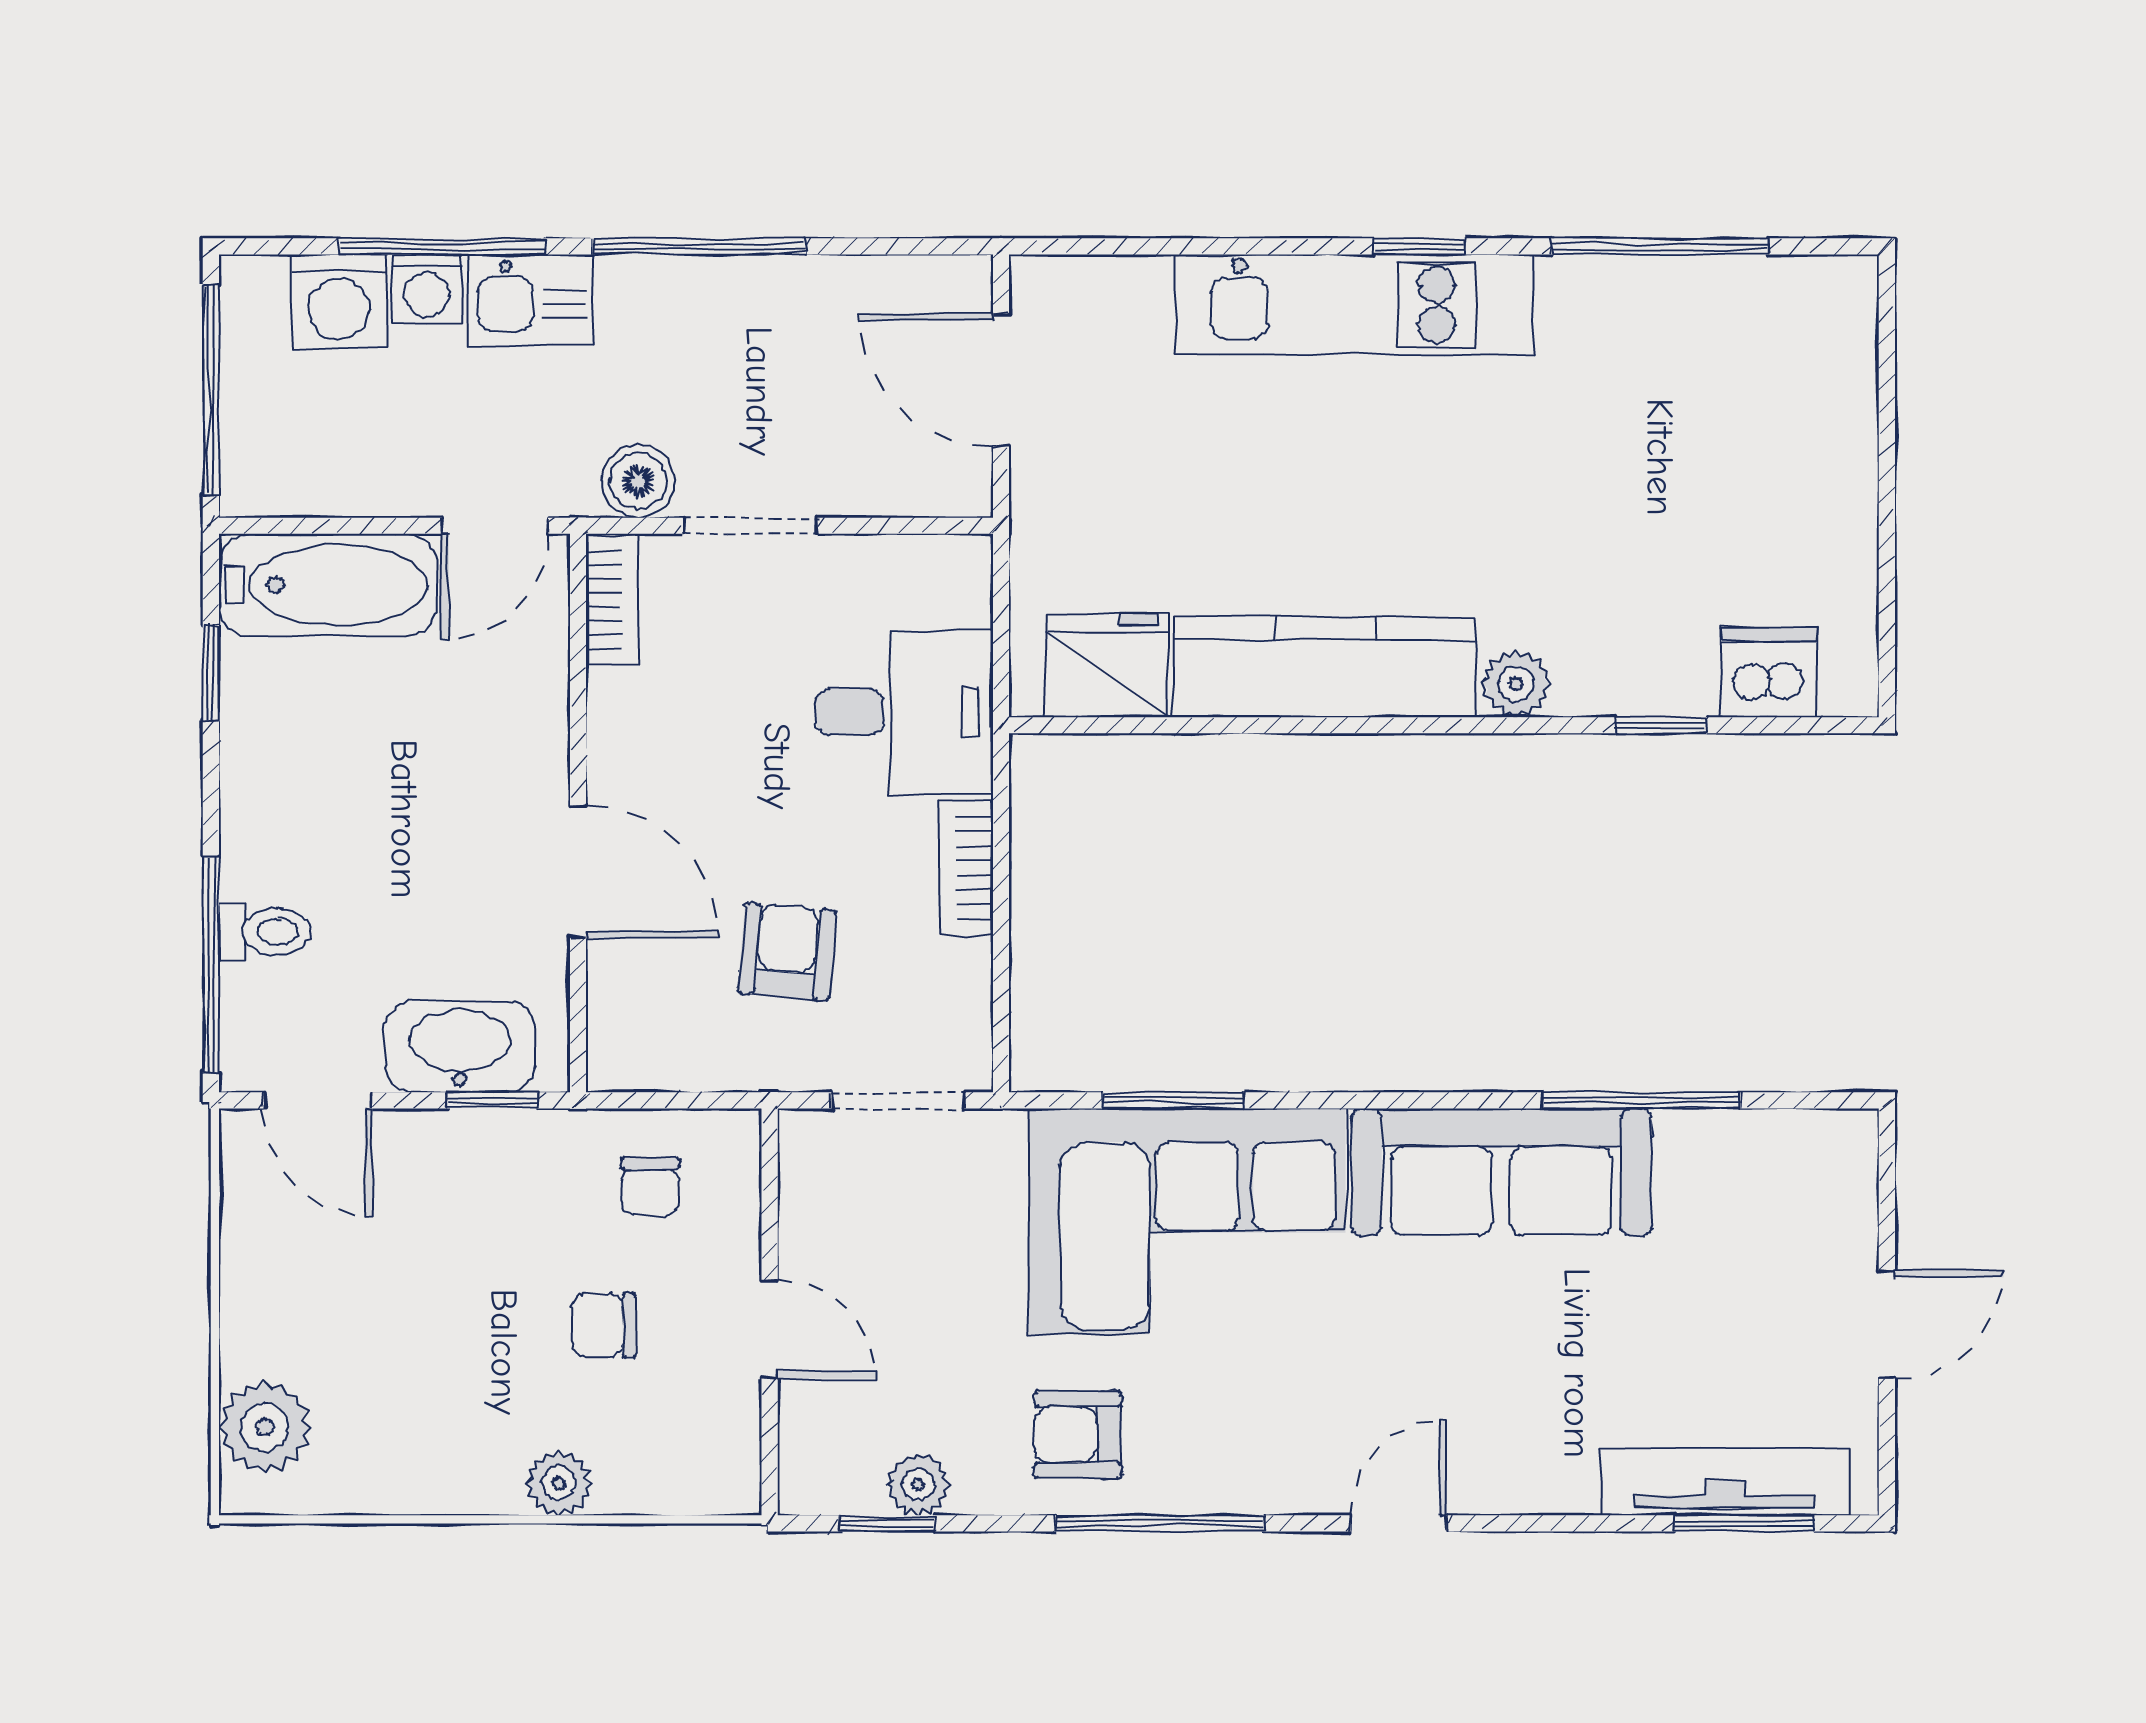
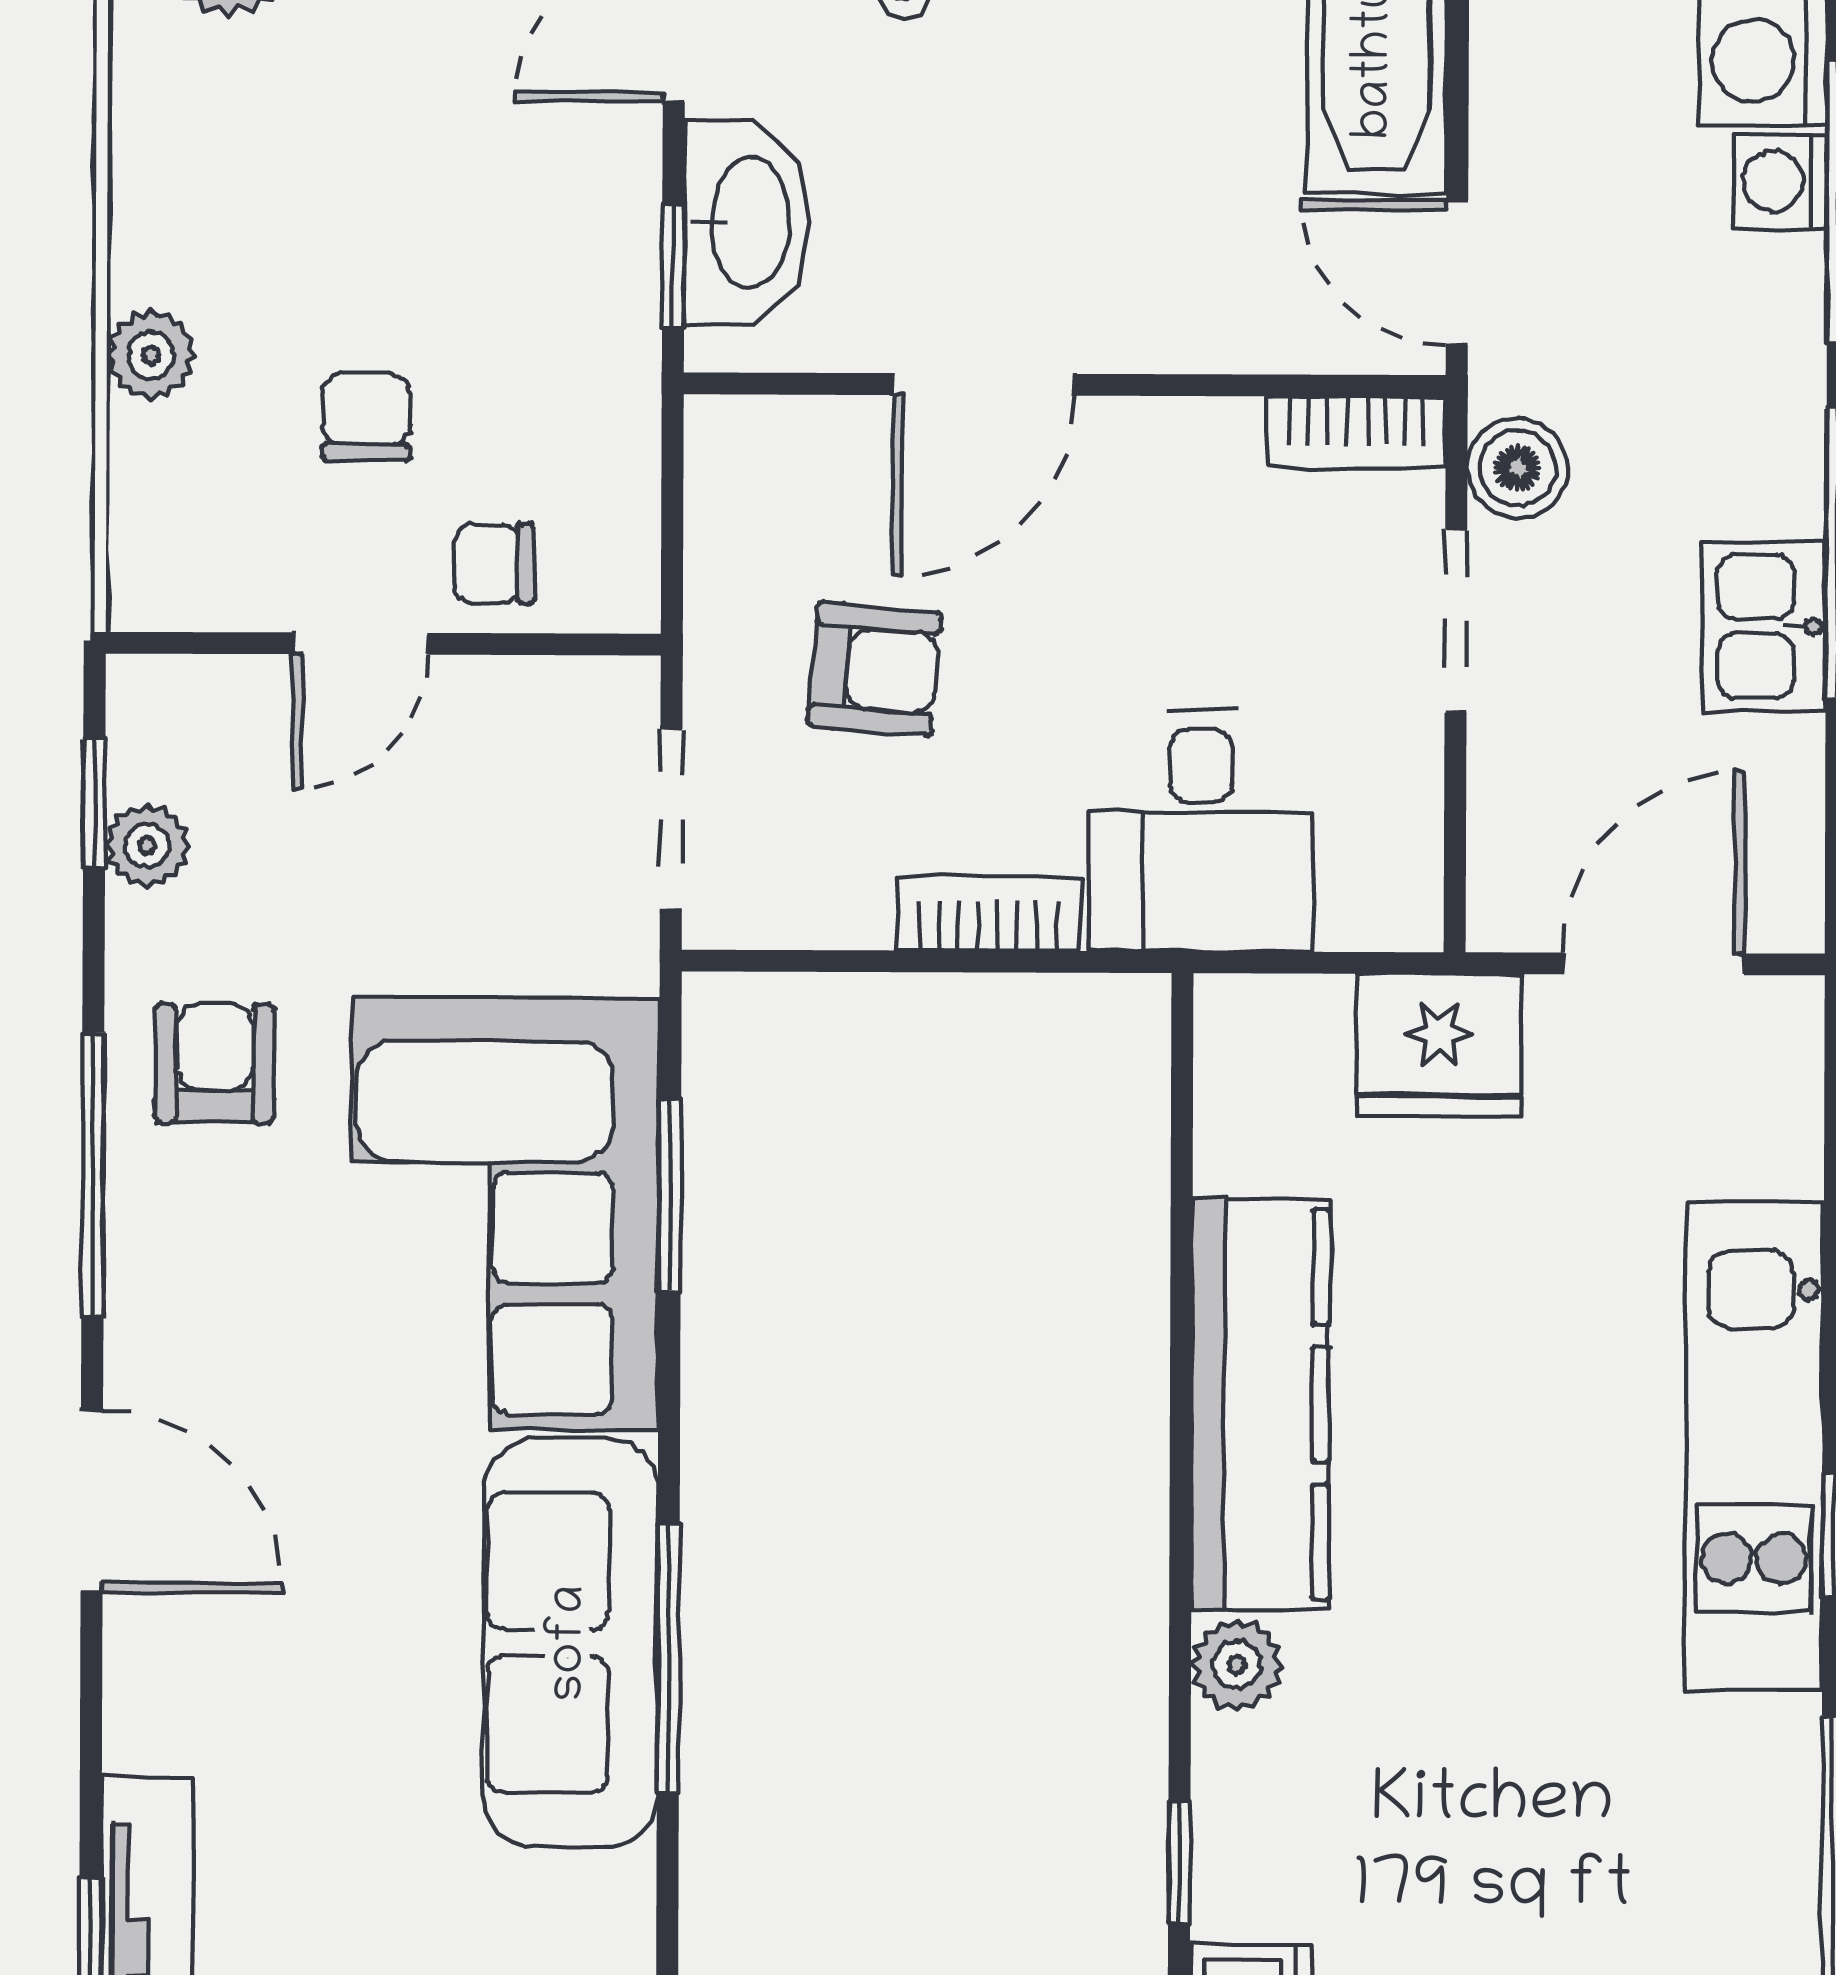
kitchen sink: (530, 300) -> (1764, 627), moved
fridge: (1107, 665) -> (1439, 1045), moved, turned 90
window: (1642, 1100) -> (668, 1658), moved
chair: (650, 1187) -> (494, 563), moved
door: (1399, 1523) -> (92, 1501), width x1.38

